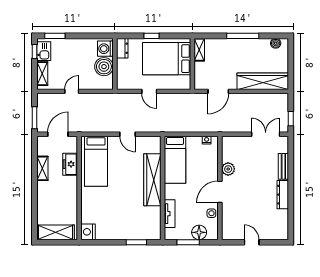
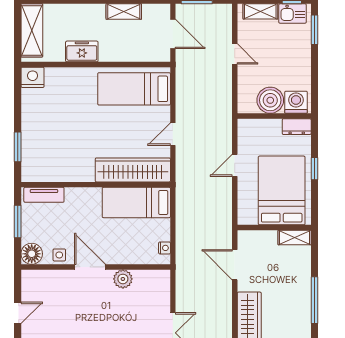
freezer: (70, 164) -> (82, 51), moved
wardrobe: (152, 180) -> (133, 170), moved
tv unit: (170, 214) -> (44, 195), moved
floor lamp: (199, 232) -> (32, 254), moved

